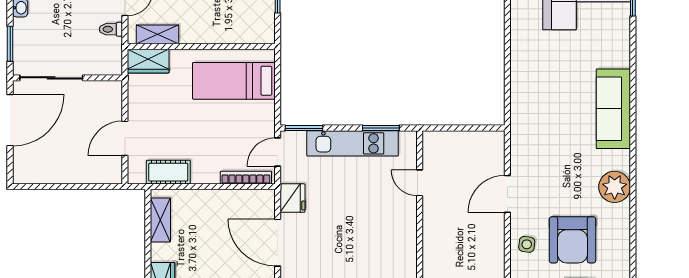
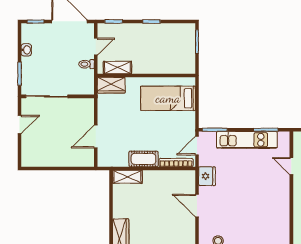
door: (10, 120) -> (20, 124), width x0.53
cot: (168, 172) -> (144, 159), moved
shelving: (160, 220) -> (127, 177), moved, turned 90
door: (278, 243) -> (197, 206), width x0.73

